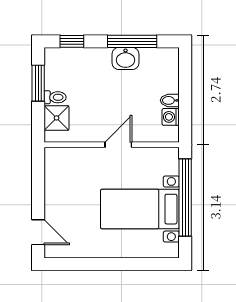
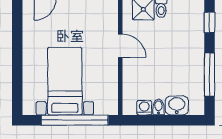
washbasin: (126, 58) -> (177, 105), moved, turned 90
door: (118, 145) -> (120, 46), moved

